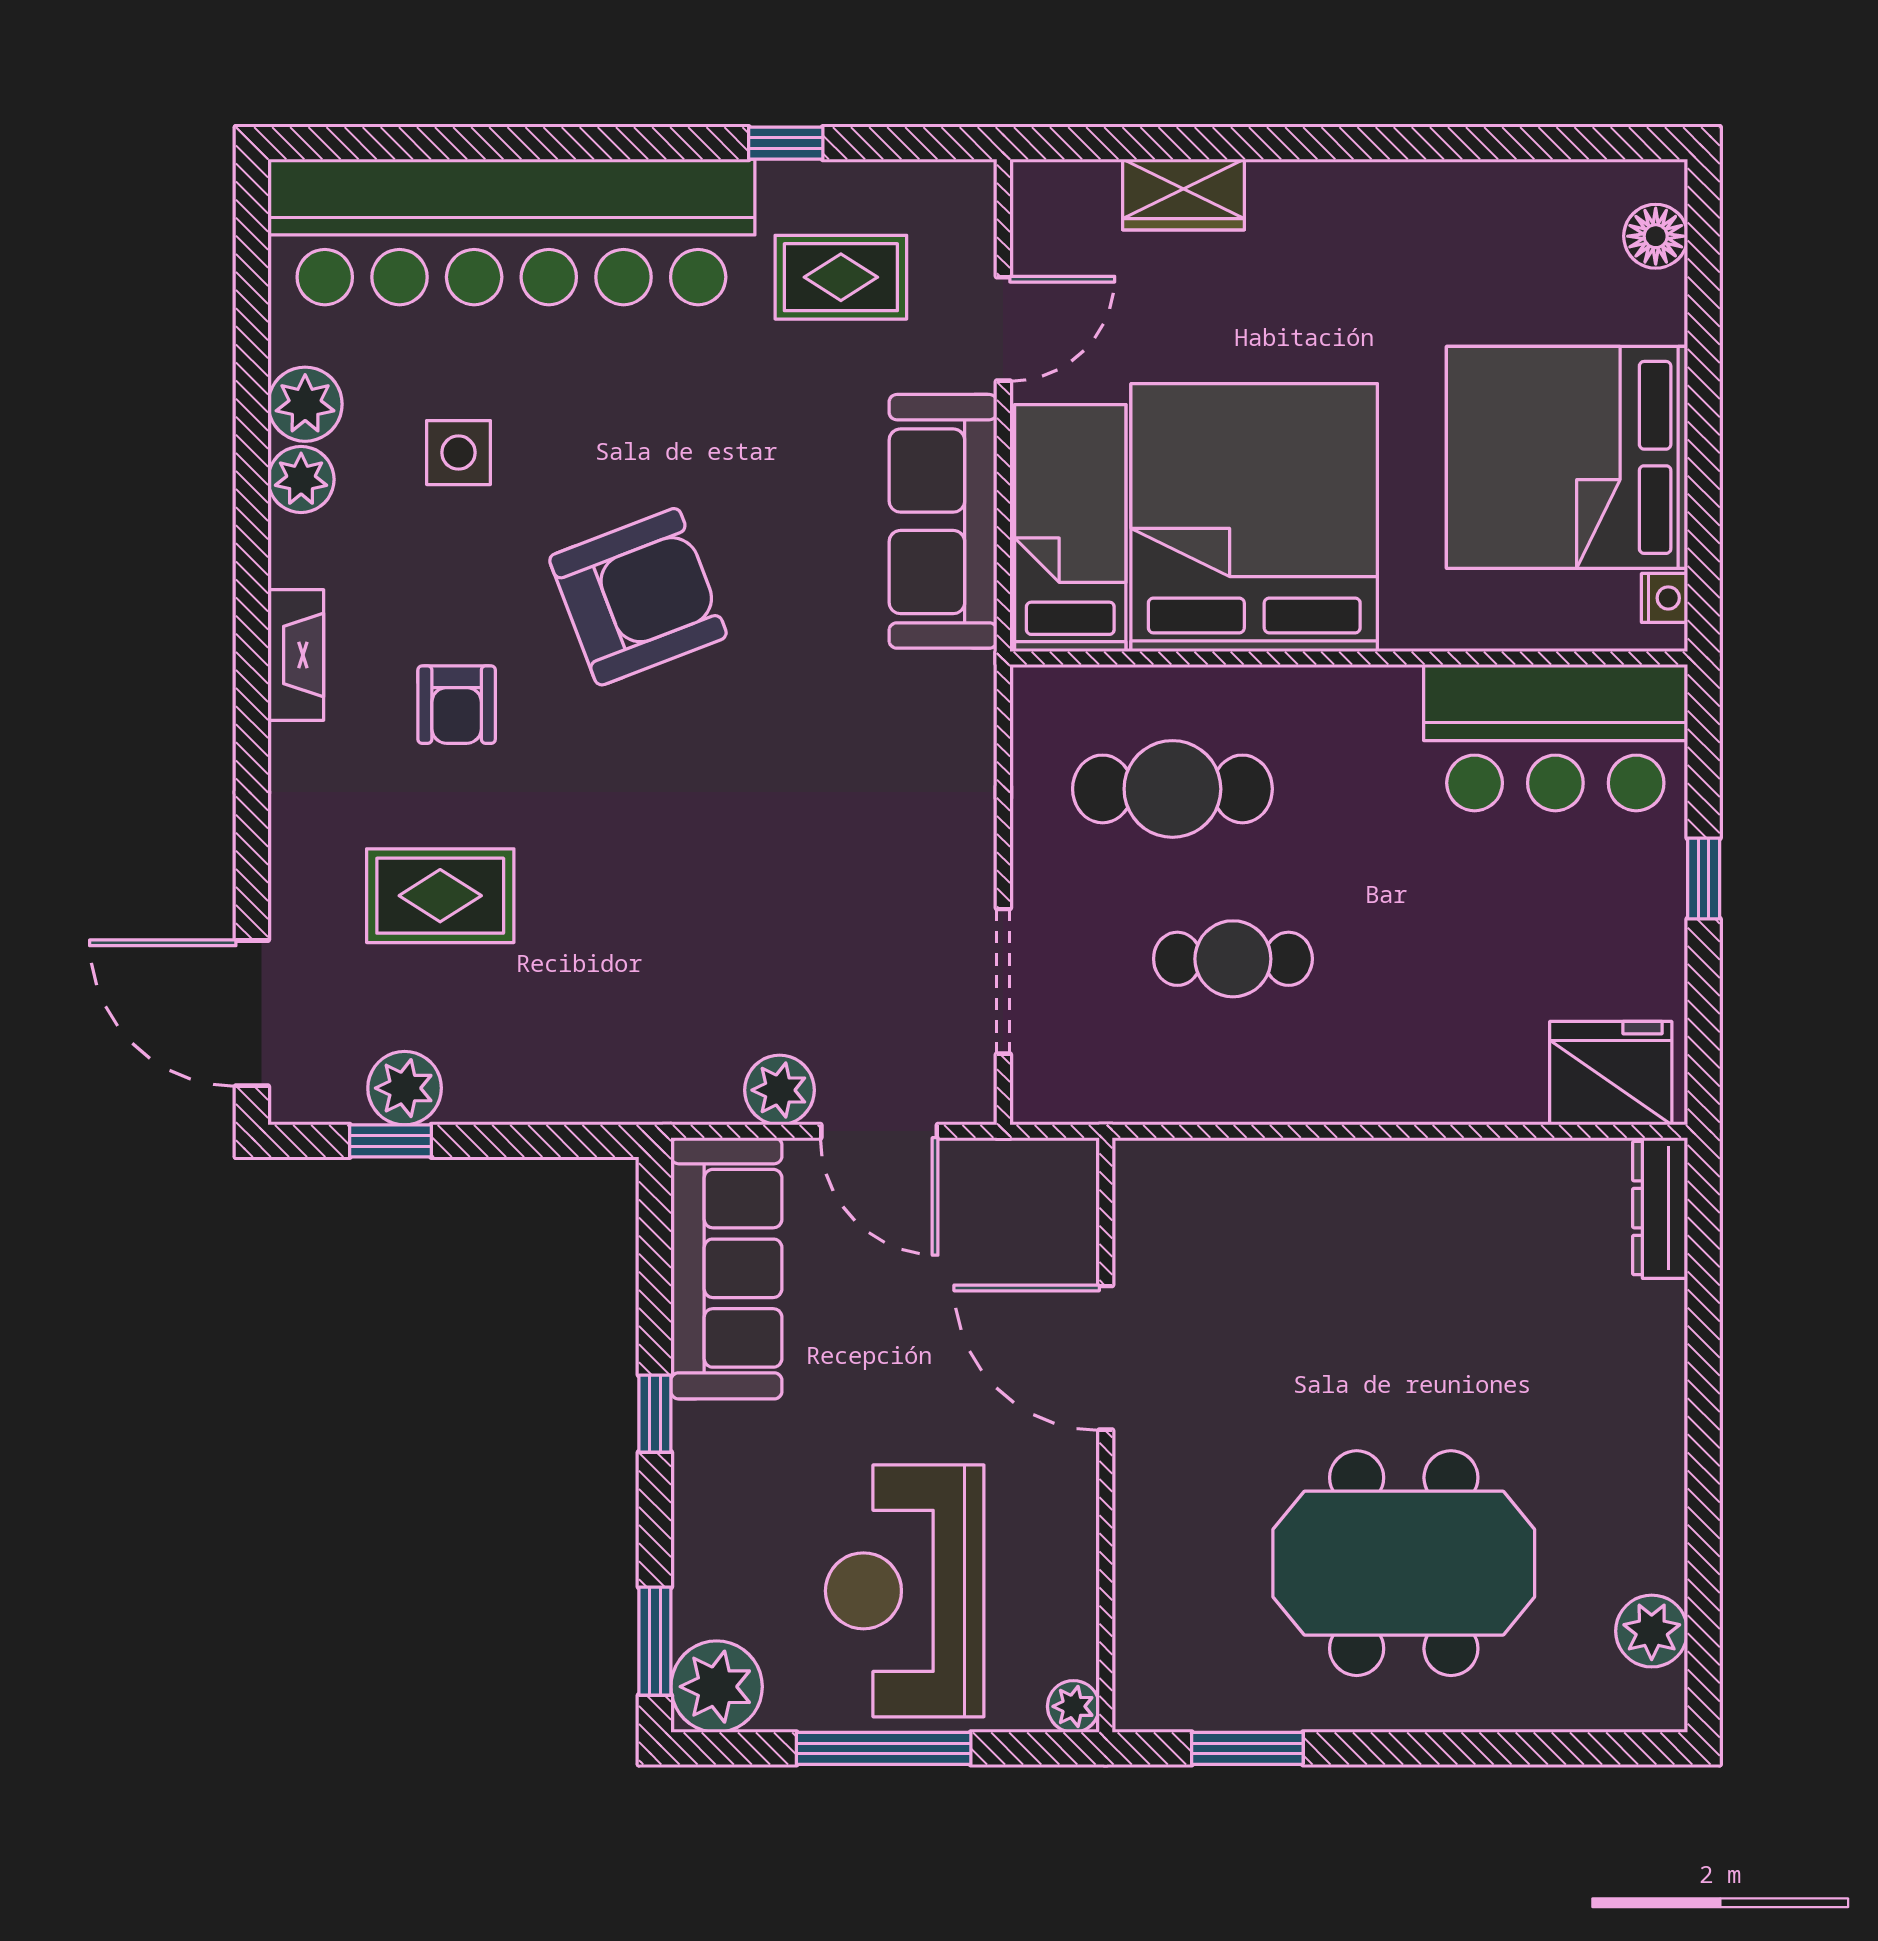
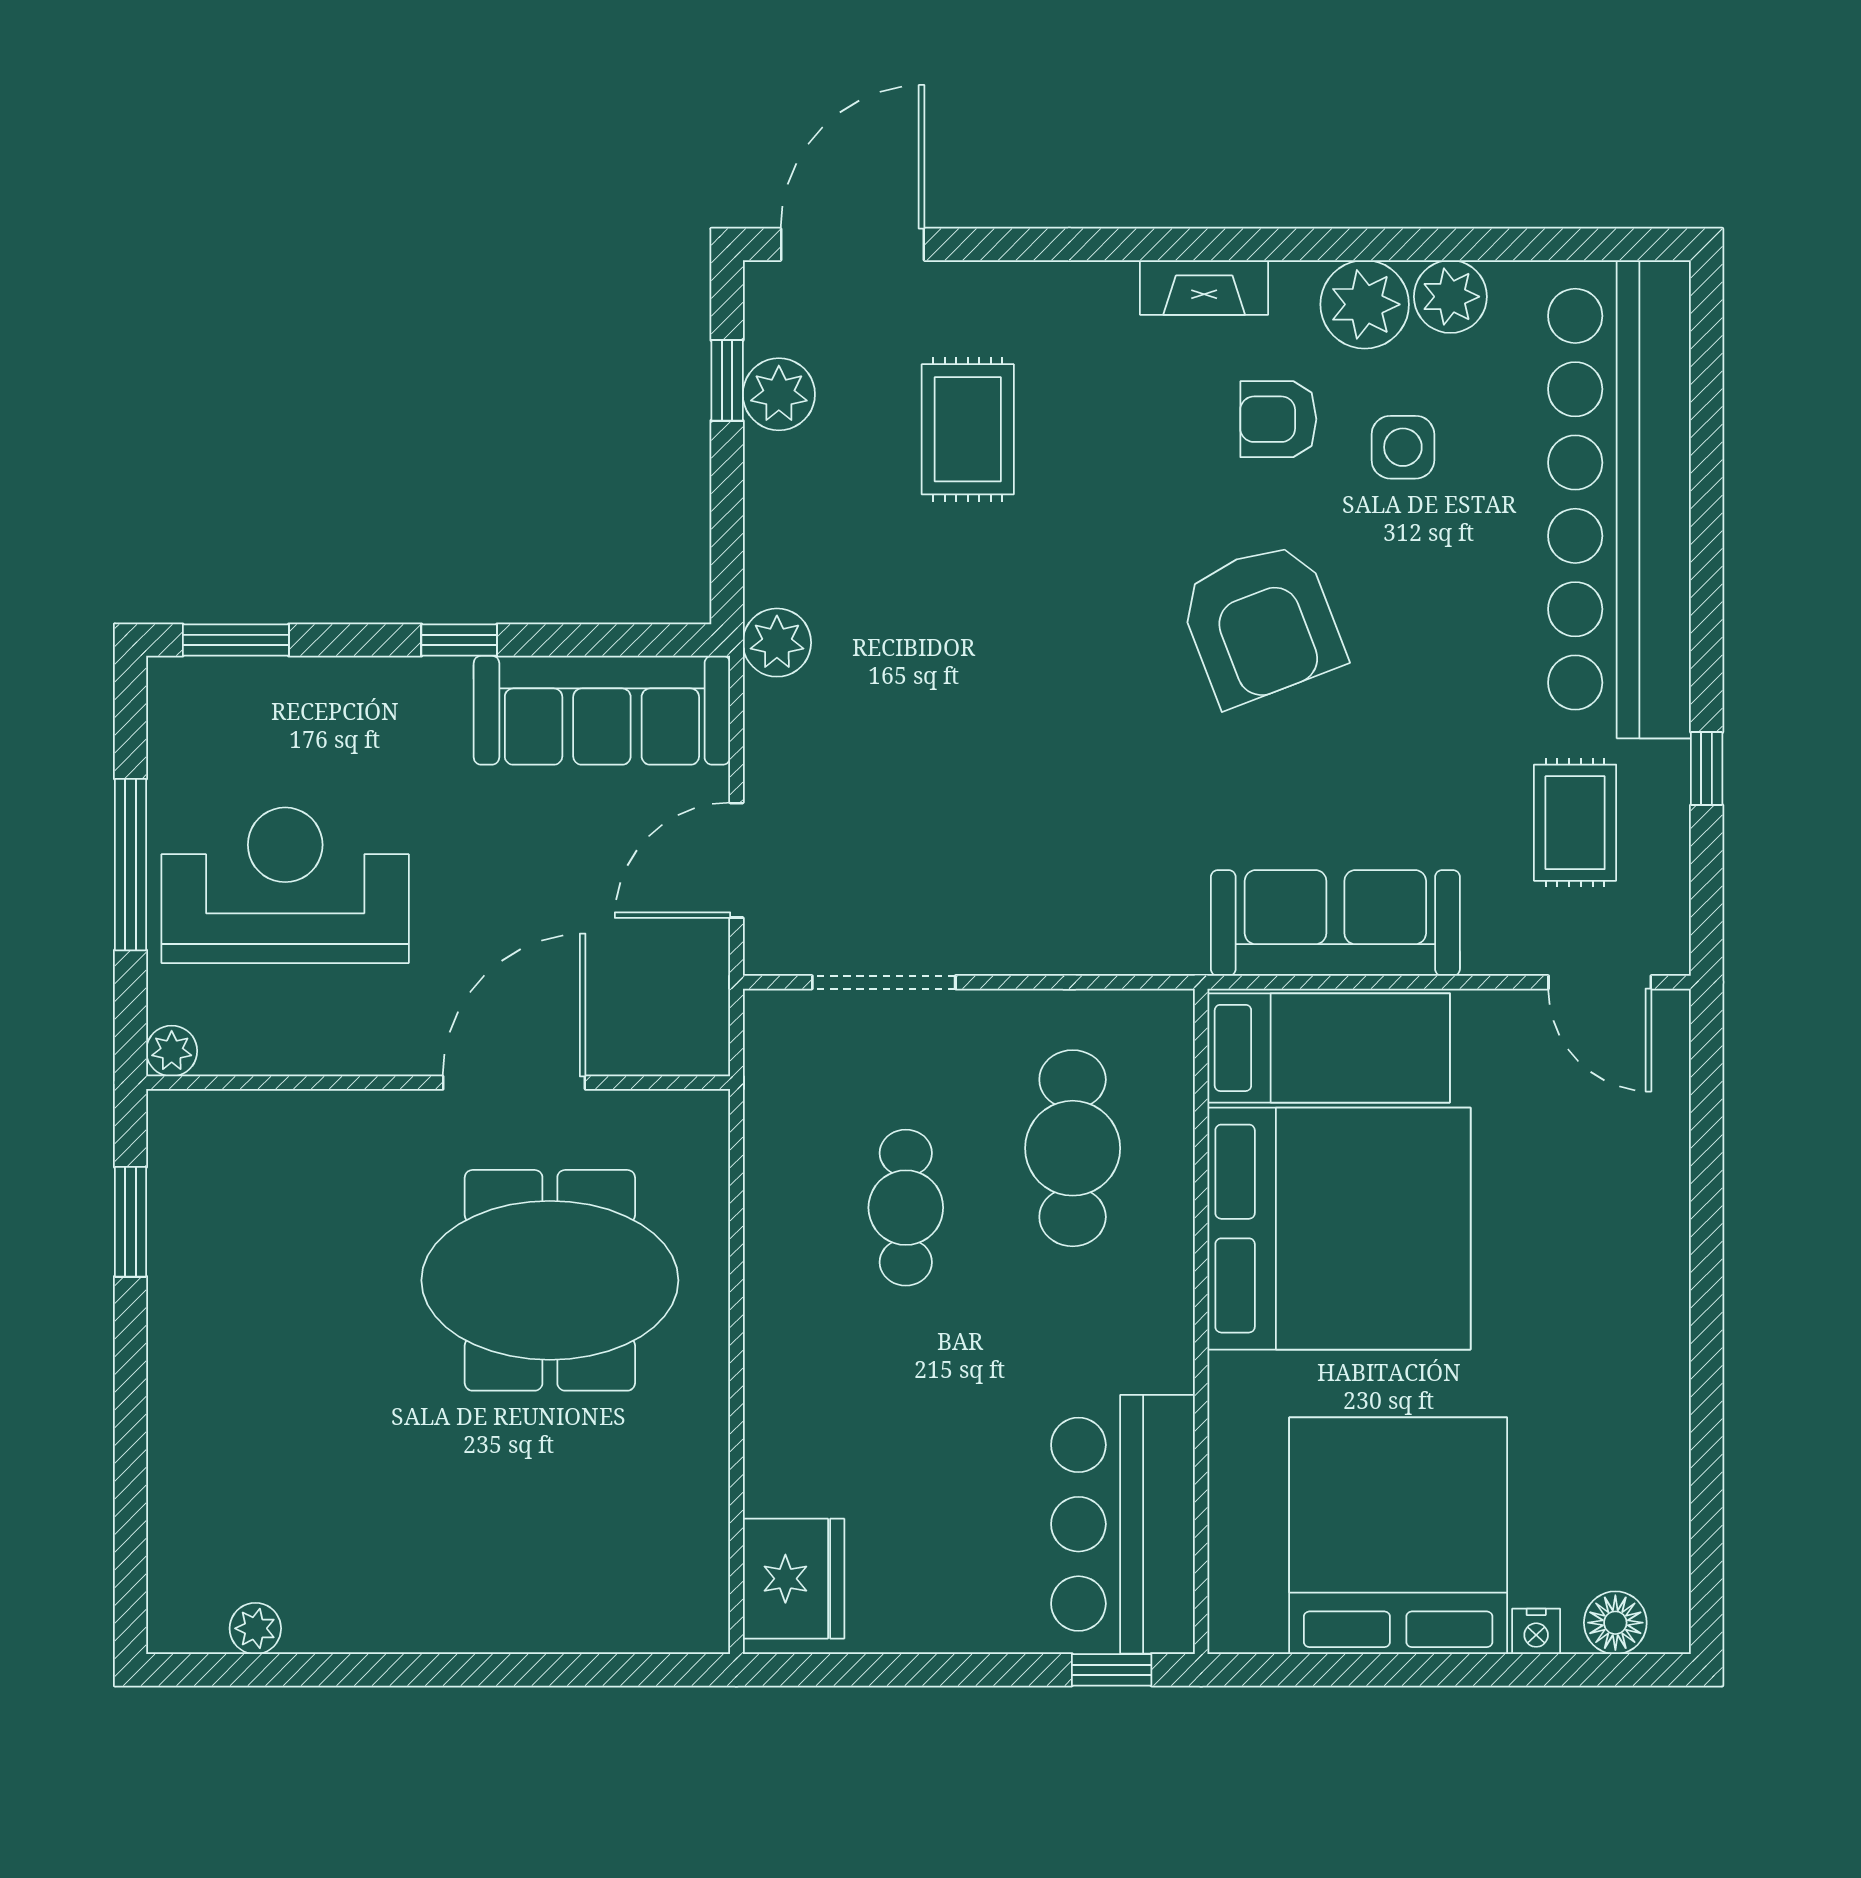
wardrobe: (1184, 195) -> (1656, 1159), removed
door: (1003, 329) -> (1600, 982), moved
plant: (301, 479) -> (1365, 304), width x1.36, depth x1.36
nightstand: (1665, 598) -> (1536, 1631), moved
armchair: (457, 705) -> (1278, 419), moved
window: (1704, 879) -> (1112, 1670), moved
plant: (780, 1090) -> (777, 643), moved
dresser: (1660, 1208) -> (661, 1627), removed
meeting table: (1404, 1563) -> (550, 1280), moved, turned 90
plant: (1652, 1631) -> (255, 1628), width x0.73, depth x0.73
plant: (717, 1687) -> (191, 701), removed

